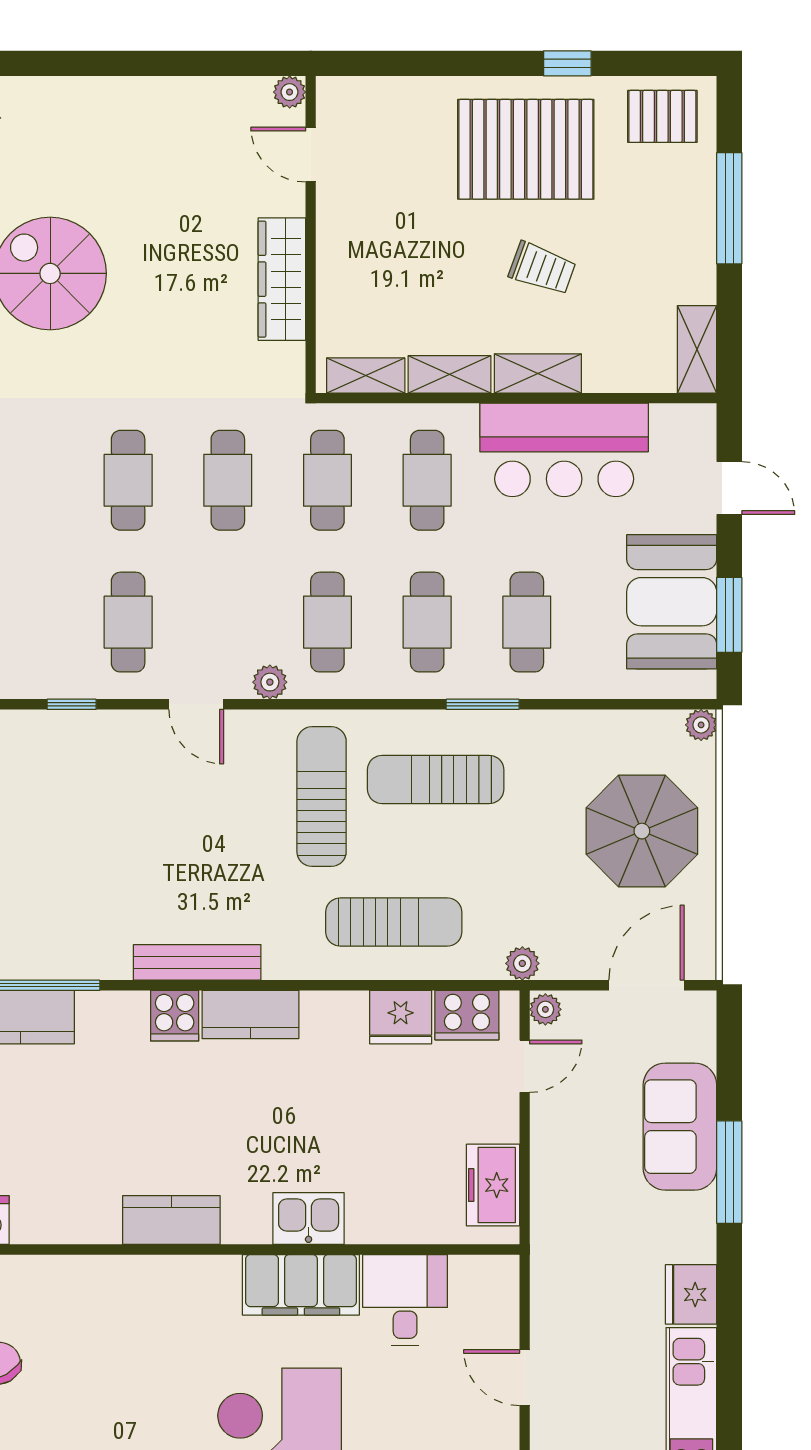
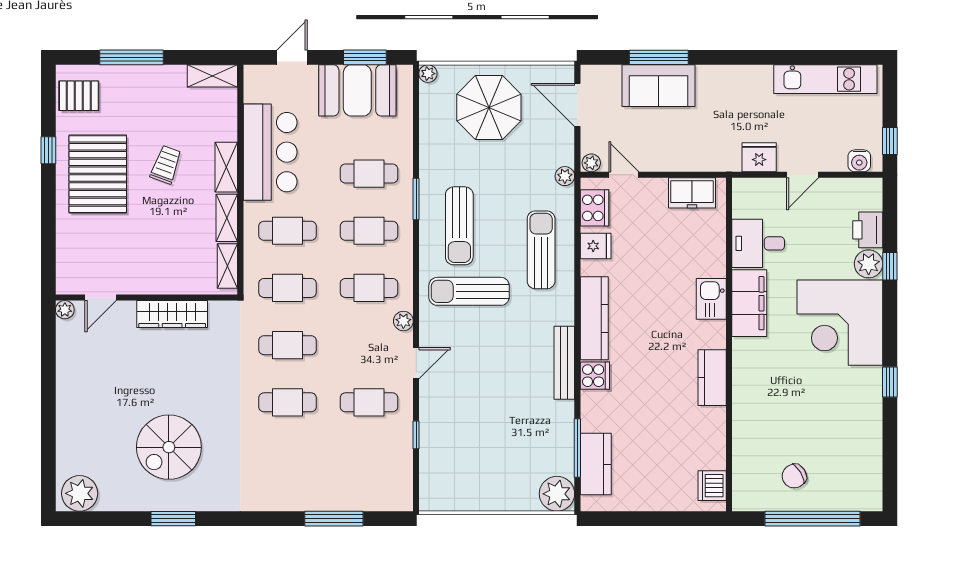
pallet: (662, 116) -> (79, 96), turned 90
kitchen counter: (250, 1015) -> (594, 318), width x1.50
fridge: (401, 1017) -> (596, 246), width x0.72
window: (729, 1172) -> (659, 57), moved
fridge: (691, 1294) -> (759, 157), moved, turned 180

